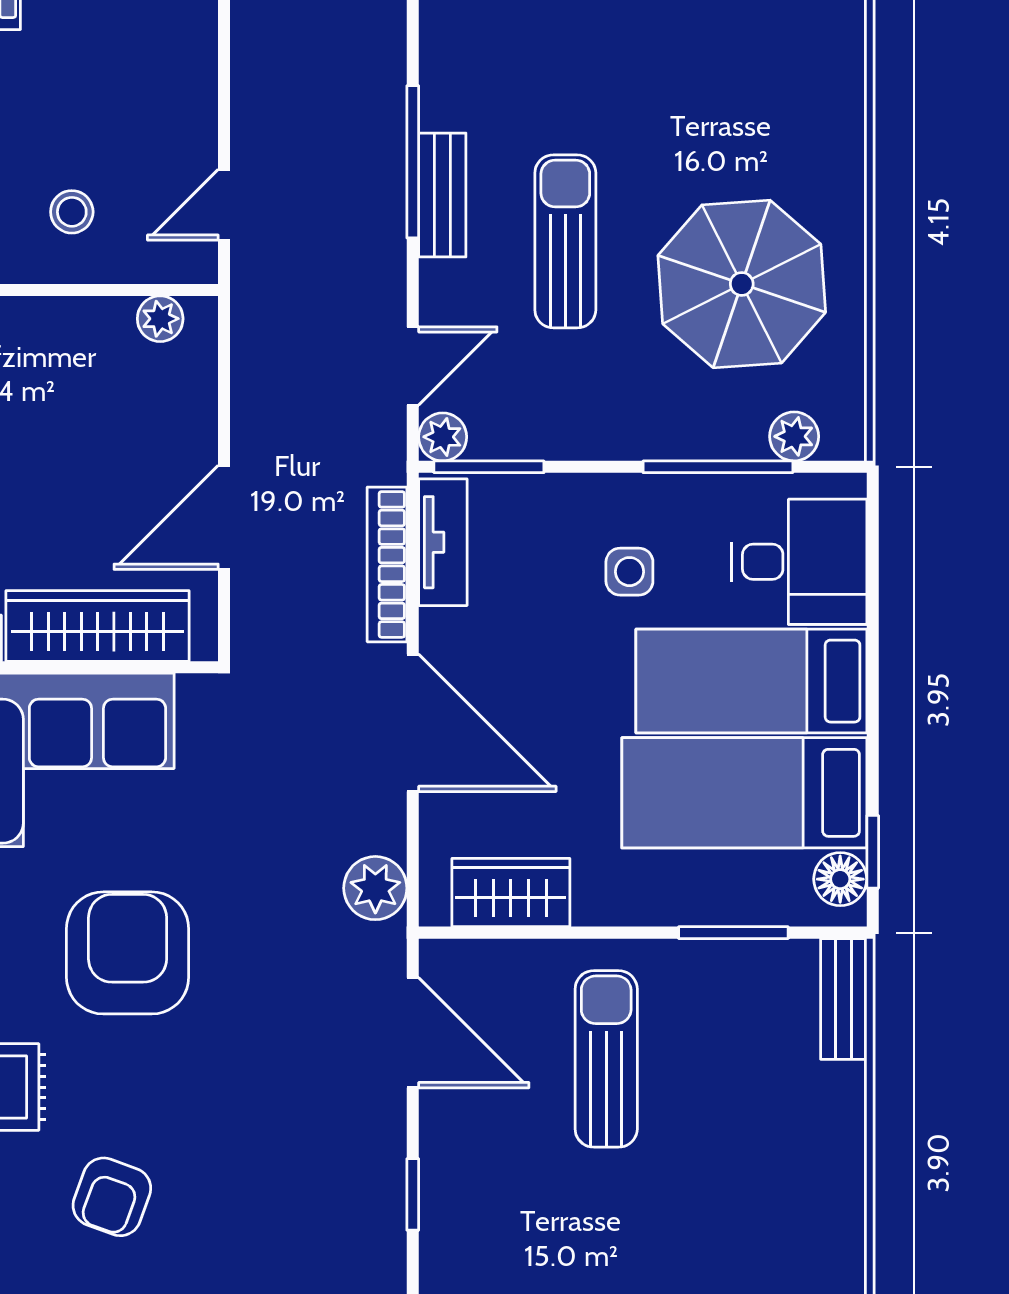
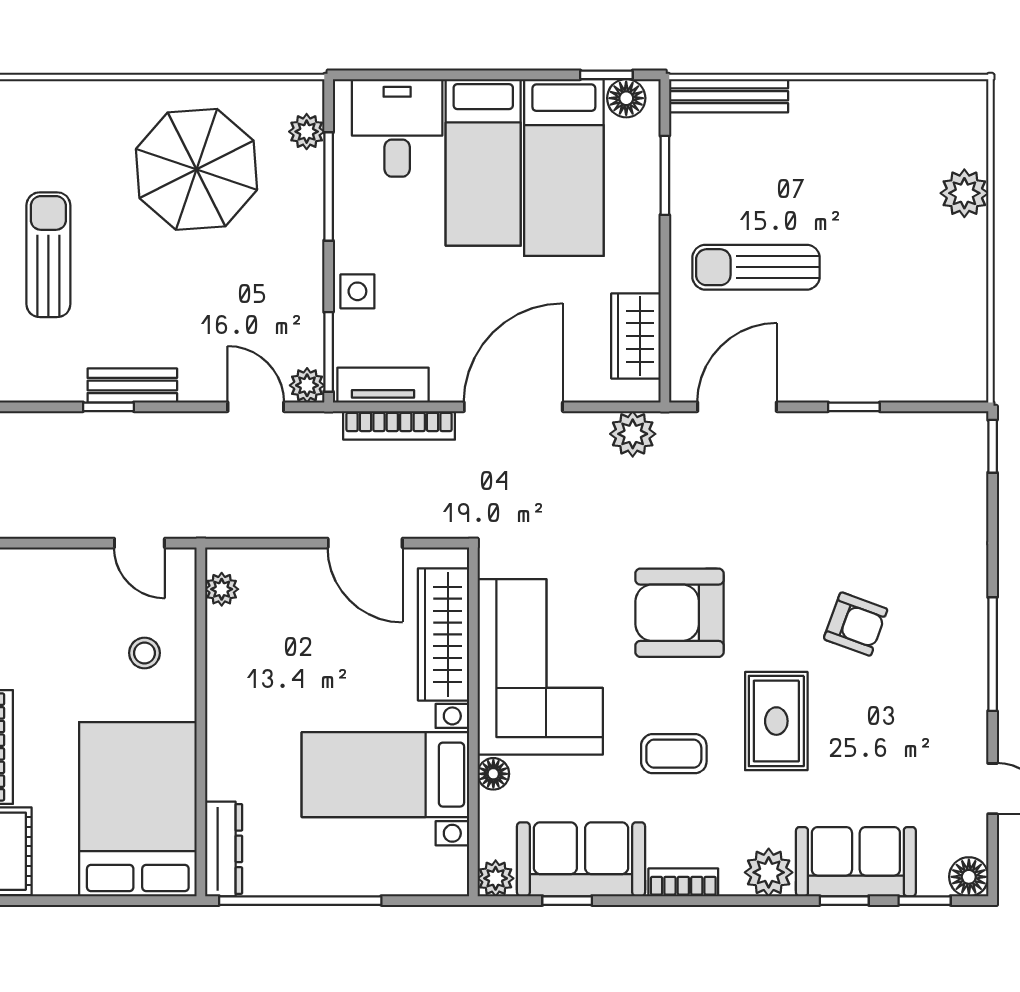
window: (413, 162) -> (108, 407), width x0.46
sun lounger: (565, 241) -> (48, 255), moved, turned 90
side table: (629, 572) -> (357, 291), moved
bench: (844, 999) -> (729, 96), width x1.36

